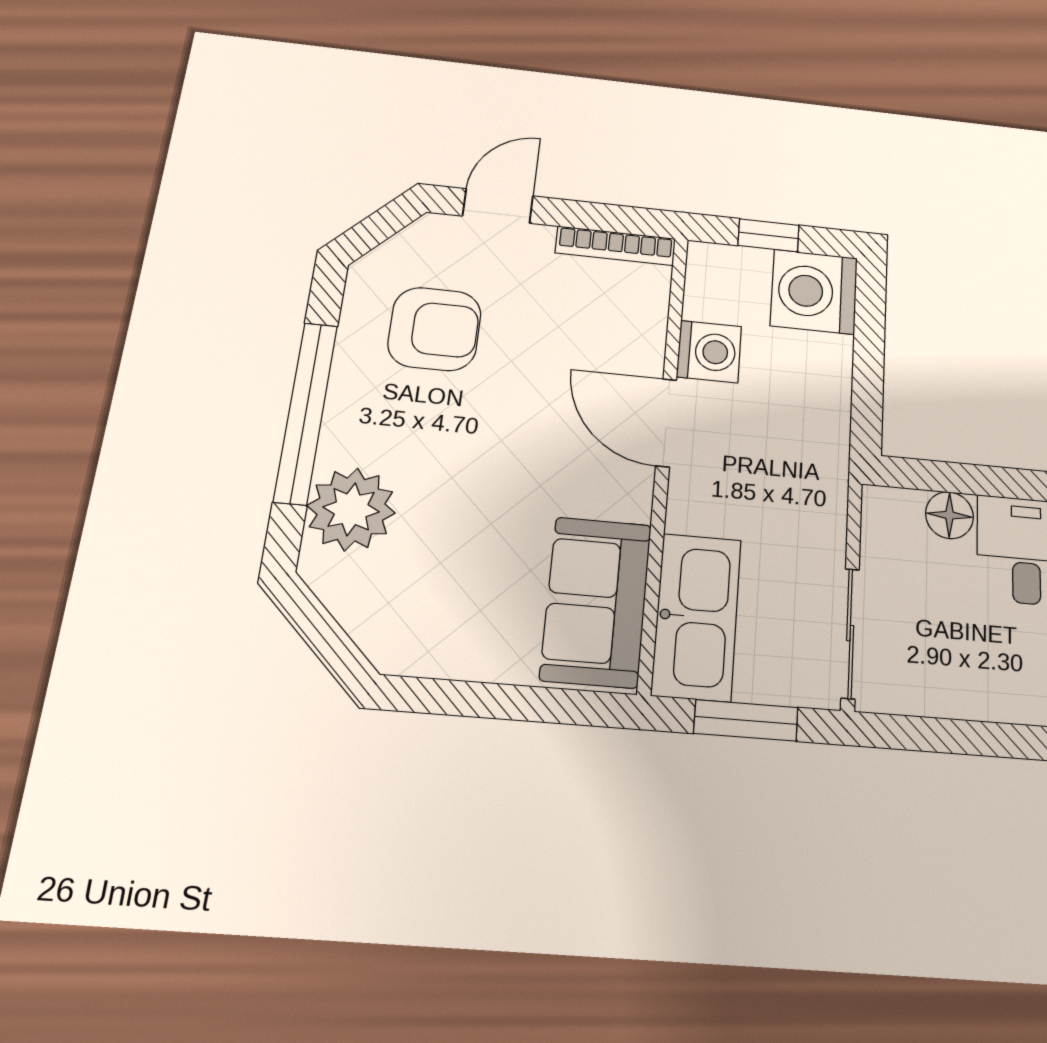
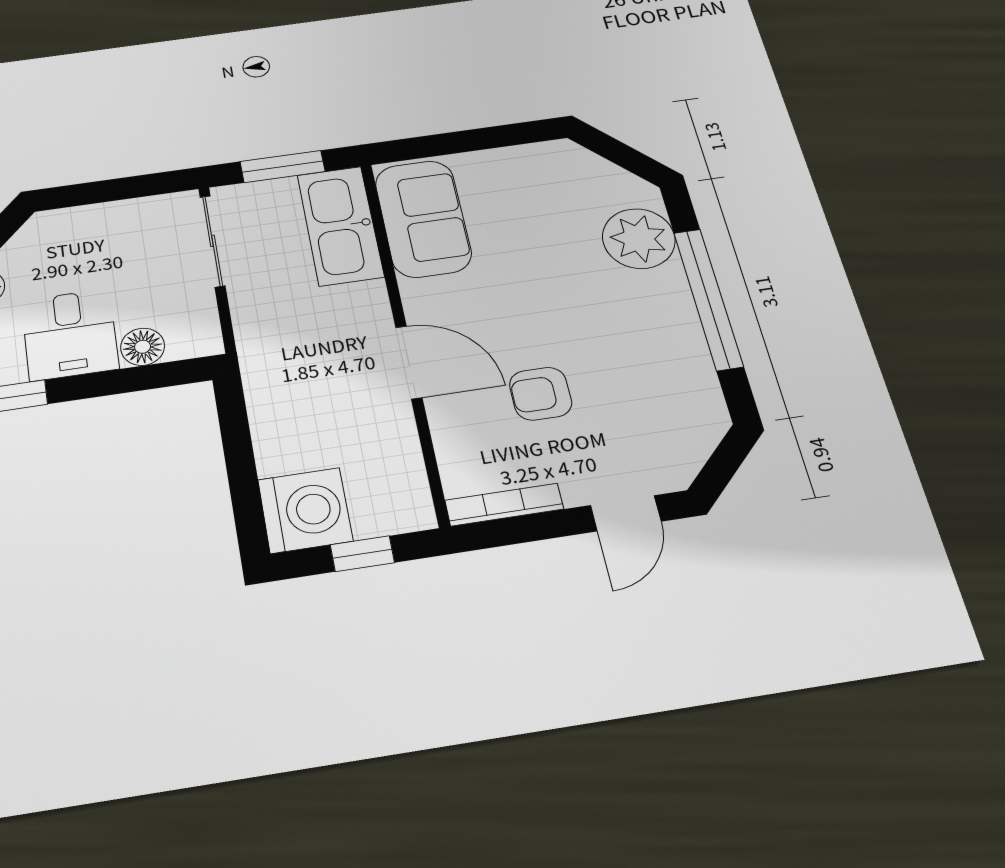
armchair: (435, 329) -> (541, 394), moved, width x0.72, depth x0.72
washing machine: (709, 352) -> (389, 431), removed

